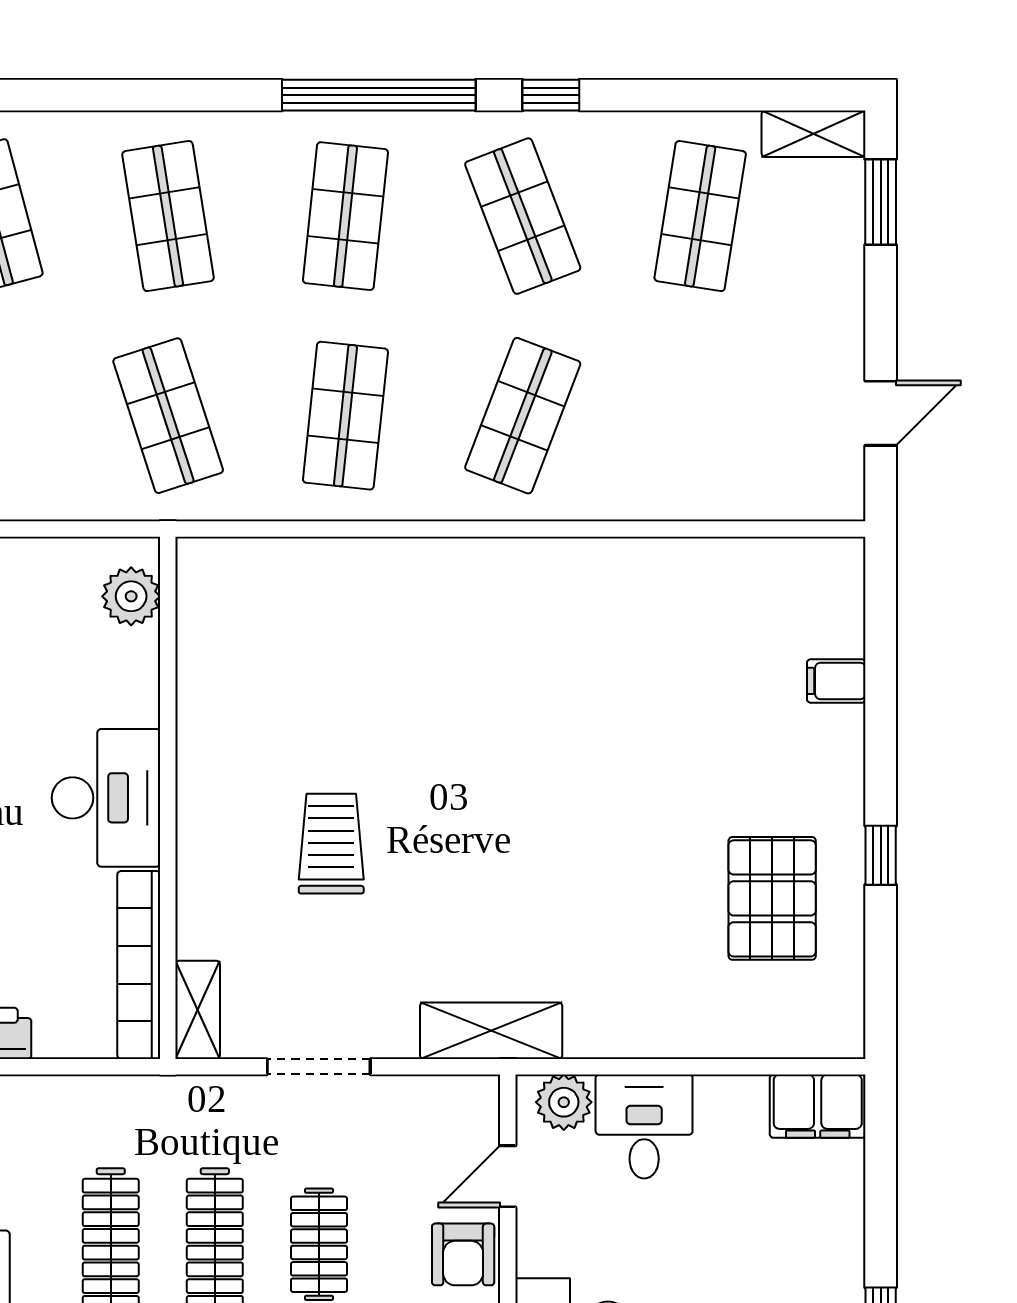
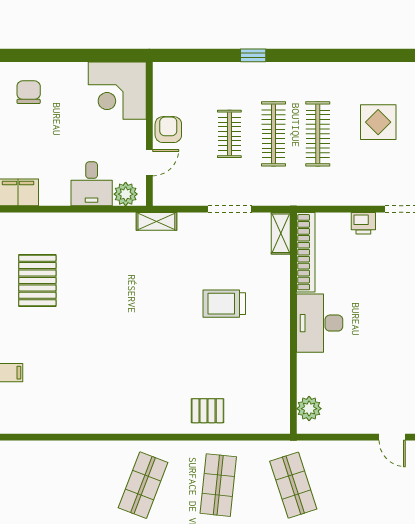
pallet: (370, 591) -> (208, 411), added
trolley: (331, 844) -> (224, 304), turned 90
shelving: (491, 1031) -> (156, 221), width x0.67, depth x0.75

